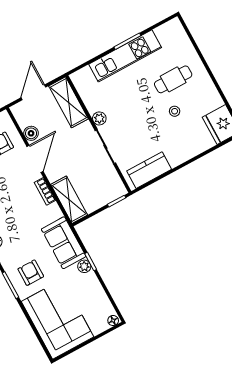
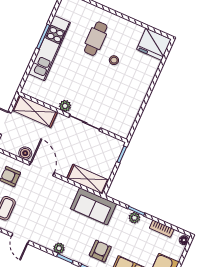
kitchen counter: (149, 170) -> (128, 115), removed
bookcase: (45, 191) -> (162, 229), moved
sofa: (64, 243) -> (93, 206), moved
armchair: (31, 273) -> (100, 251), turned 90

